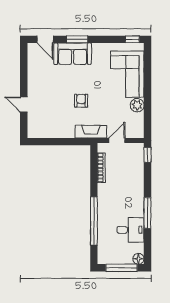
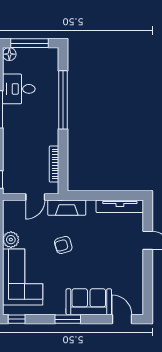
window: (77, 39) -> (68, 319), moved
armchair: (81, 101) -> (63, 245), moved, turned 74
tv unit: (47, 133) -> (120, 206), added

